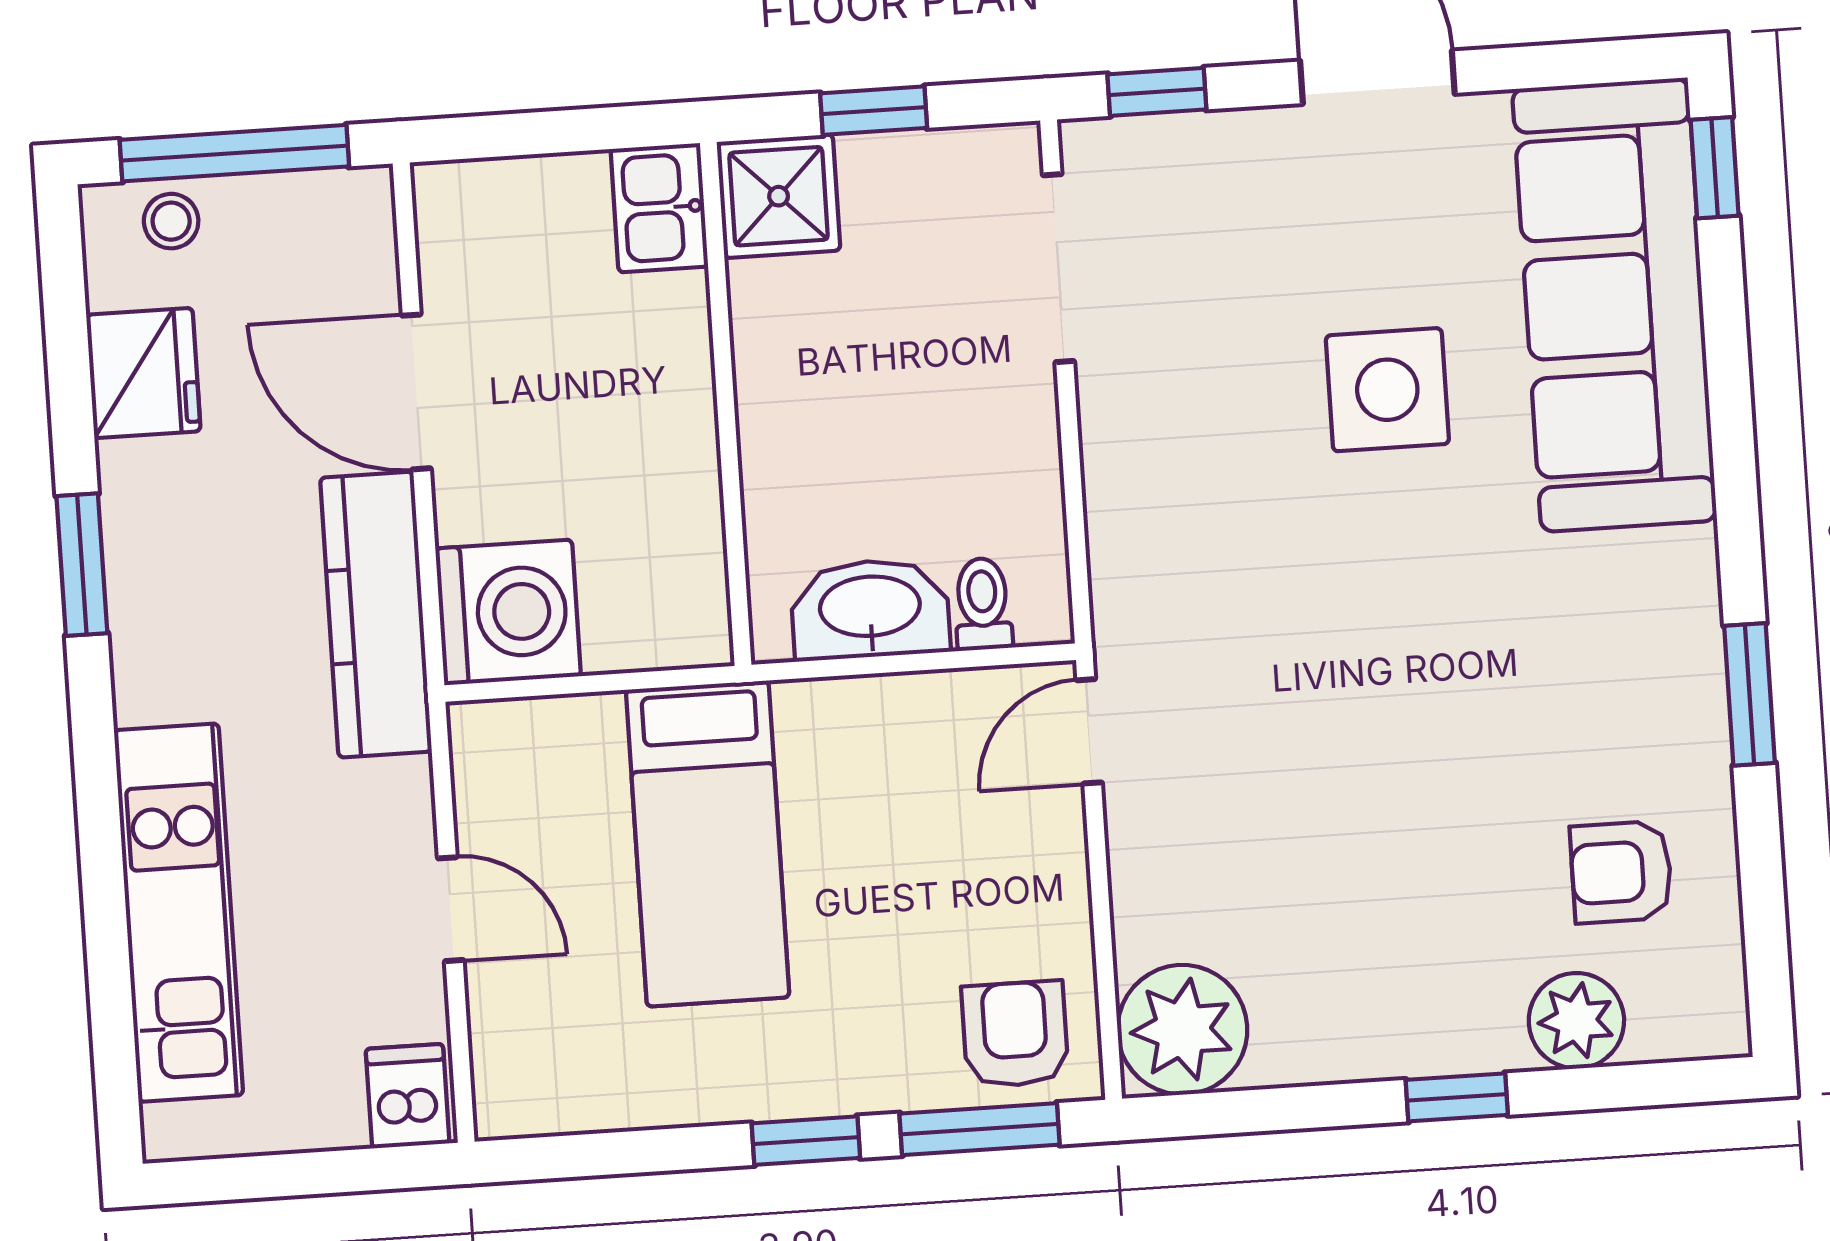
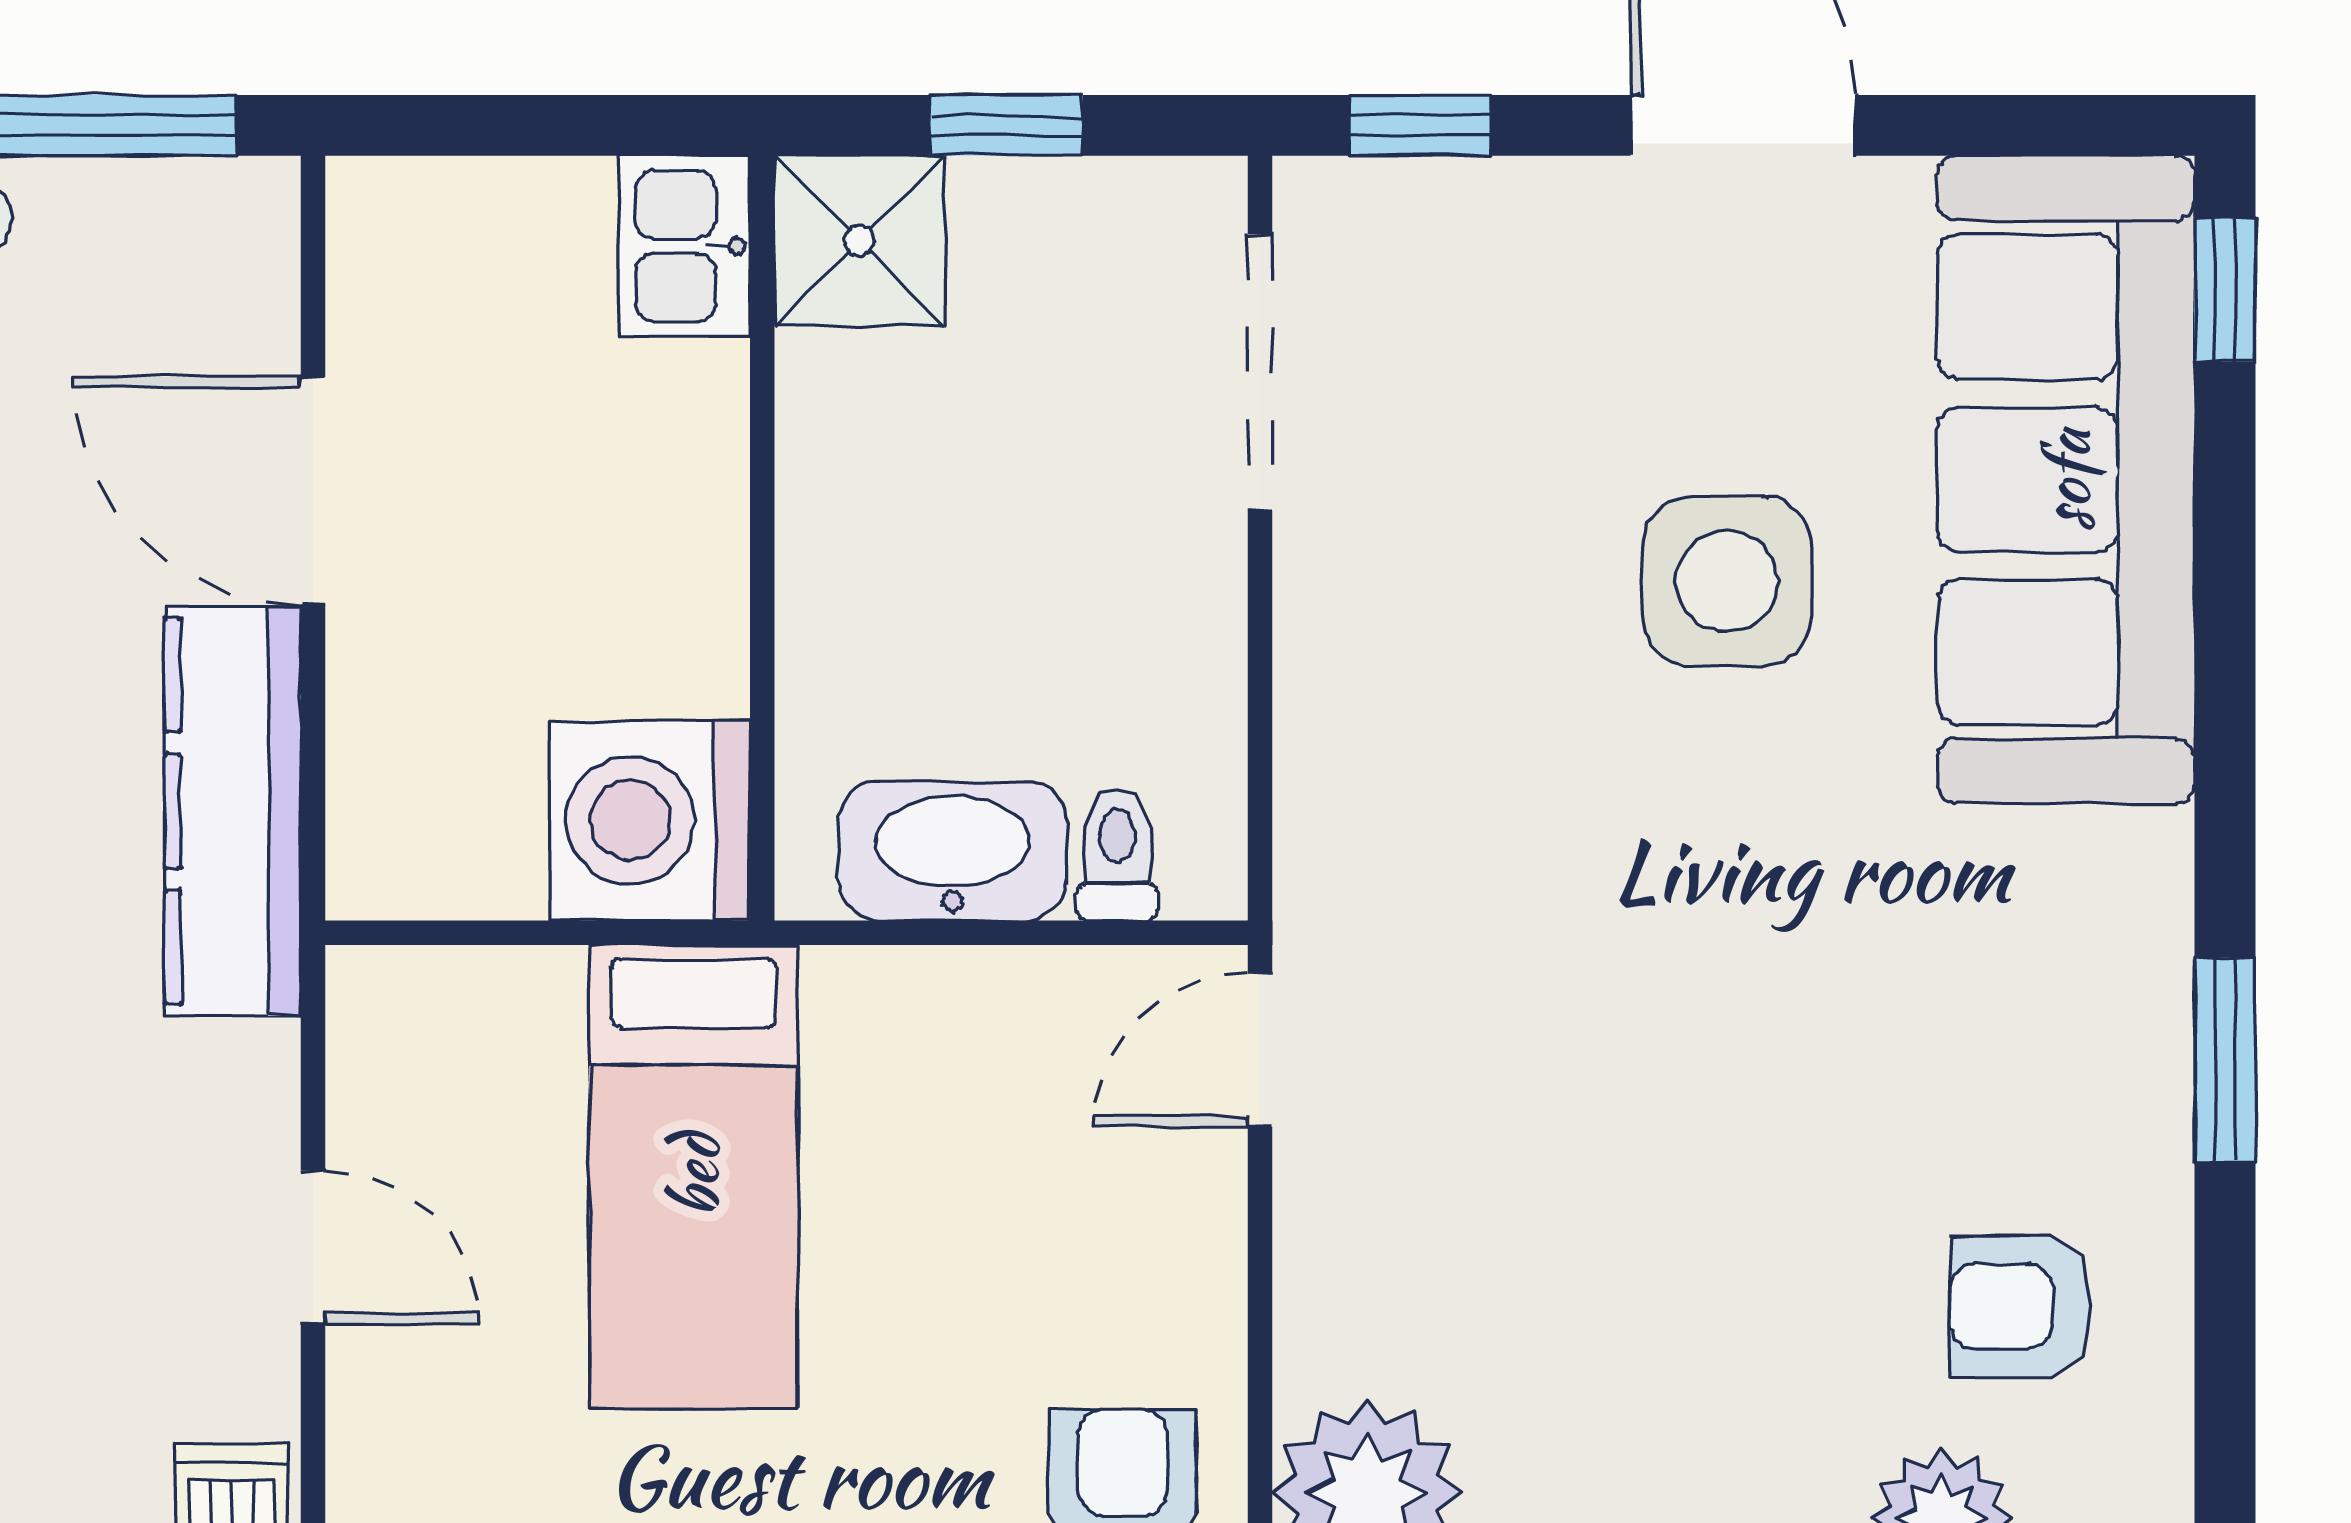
washing machine: (508, 612) -> (650, 820), moved, turned 180

